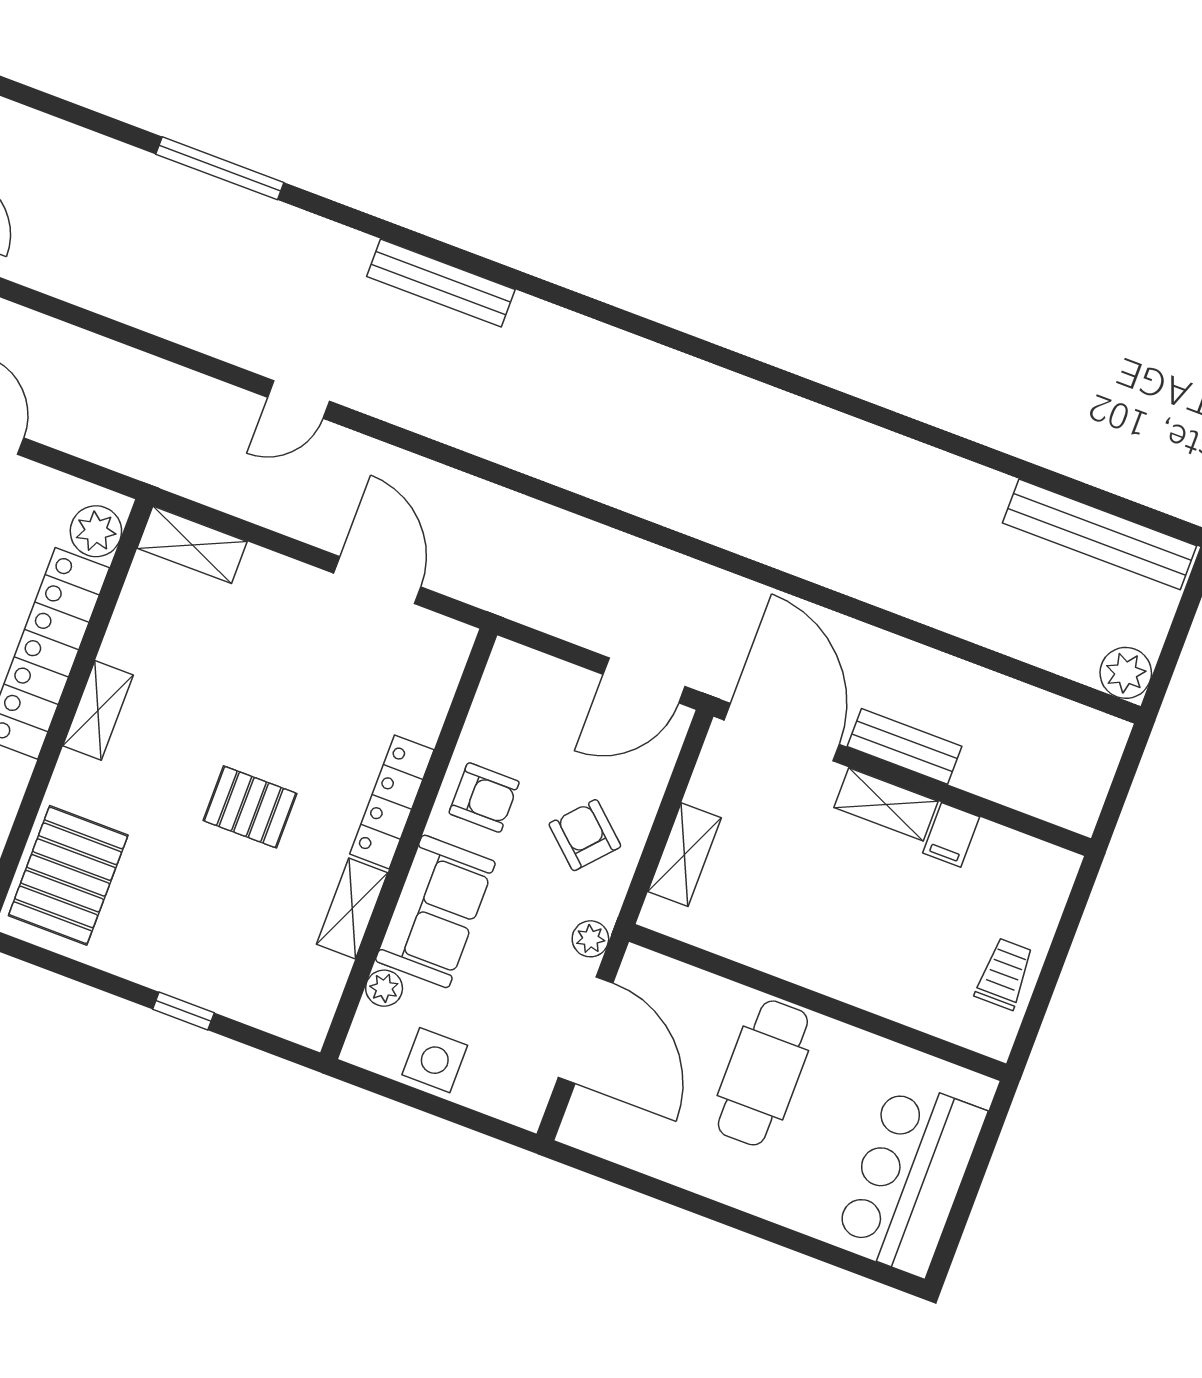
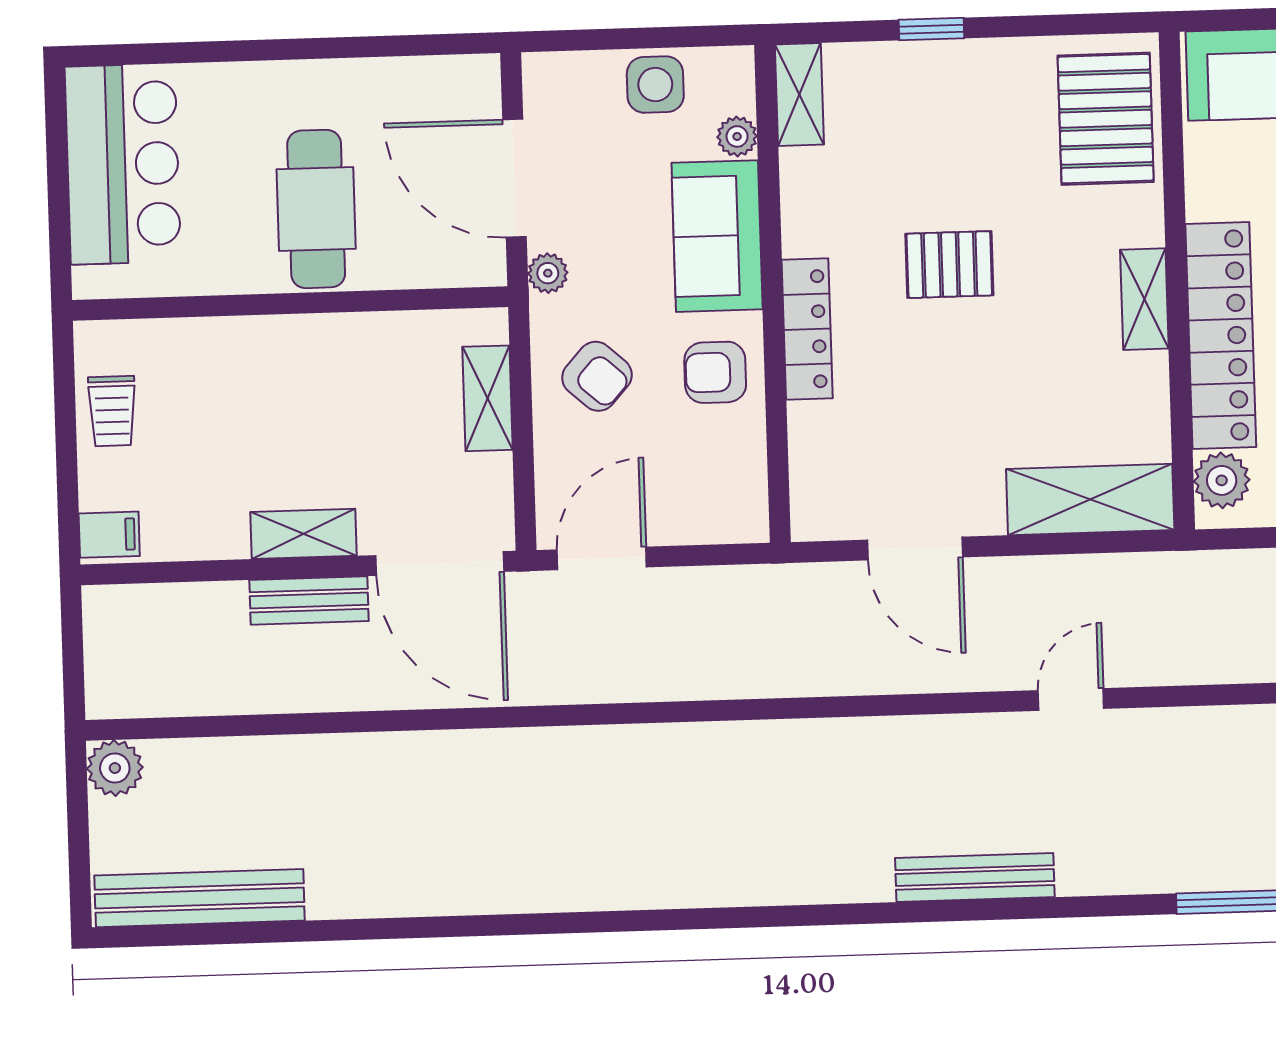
shelving: (192, 545) -> (1090, 499), width x1.50, depth x1.33
filing cabinet: (951, 835) -> (109, 535), moved, turned 90
shelving: (352, 909) -> (799, 94), moved

